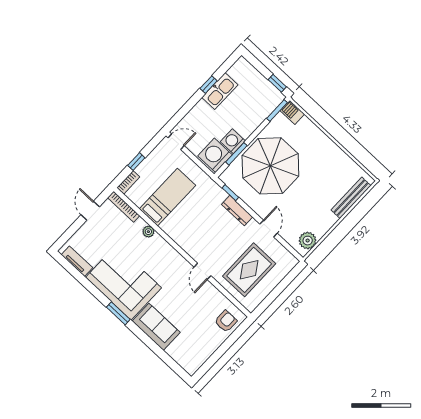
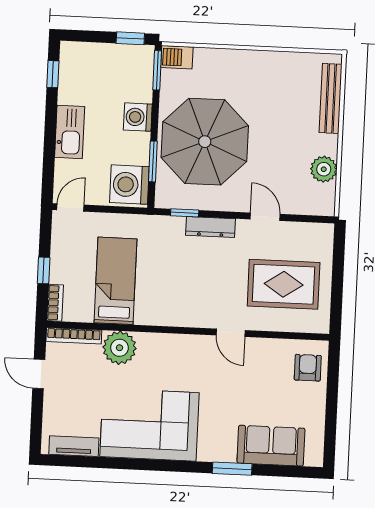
window: (209, 85) -> (53, 74), moved
kitchen sink: (220, 91) -> (70, 132), moved
washing machine: (233, 141) -> (138, 117), moved
plant: (148, 232) -> (119, 348), width x1.87, depth x1.87
plant: (308, 241) -> (324, 169), moved
rug: (249, 270) -> (284, 284), turned 90
window: (118, 313) -> (232, 469), moved
sofa: (156, 327) -> (271, 446), moved

